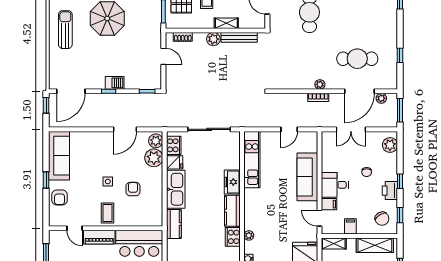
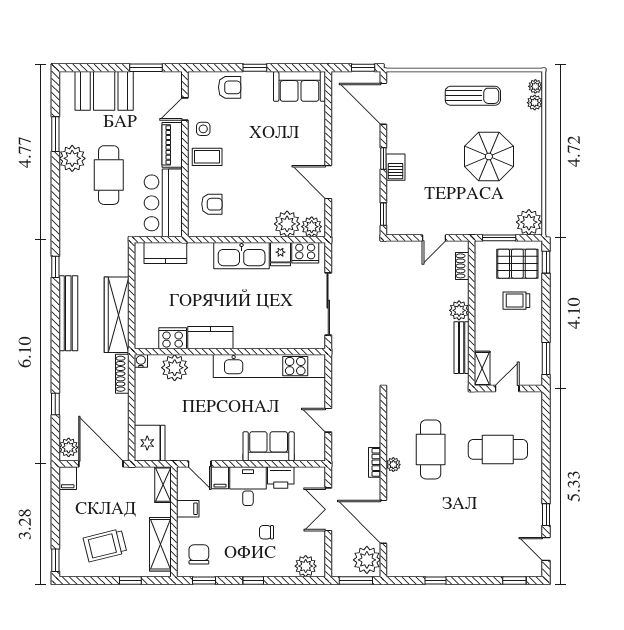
shelving: (226, 23) -> (482, 368), moved
cafe table: (357, 59) -> (431, 449), moved
plant: (381, 98) -> (367, 560), width x1.88, depth x1.88
sofa: (59, 156) -> (300, 86), width x0.73
kitchen unit: (252, 160) -> (269, 366), width x1.36
sofa: (307, 177) -> (269, 446), width x0.73
side table: (108, 181) -> (203, 129), moved
freezer: (232, 182) -> (252, 337), removed
armchair: (133, 189) -> (212, 204), moved
printer: (390, 191) -> (281, 477), moved, turned 180
armchair: (60, 197) -> (230, 87), turned 180
door: (319, 218) -> (200, 464), swing flipped
chair: (382, 219) -> (199, 554), turned 121
kitchen counter: (174, 224) -> (165, 253), moved
plant: (249, 235) -> (175, 368), width x1.87, depth x1.87

